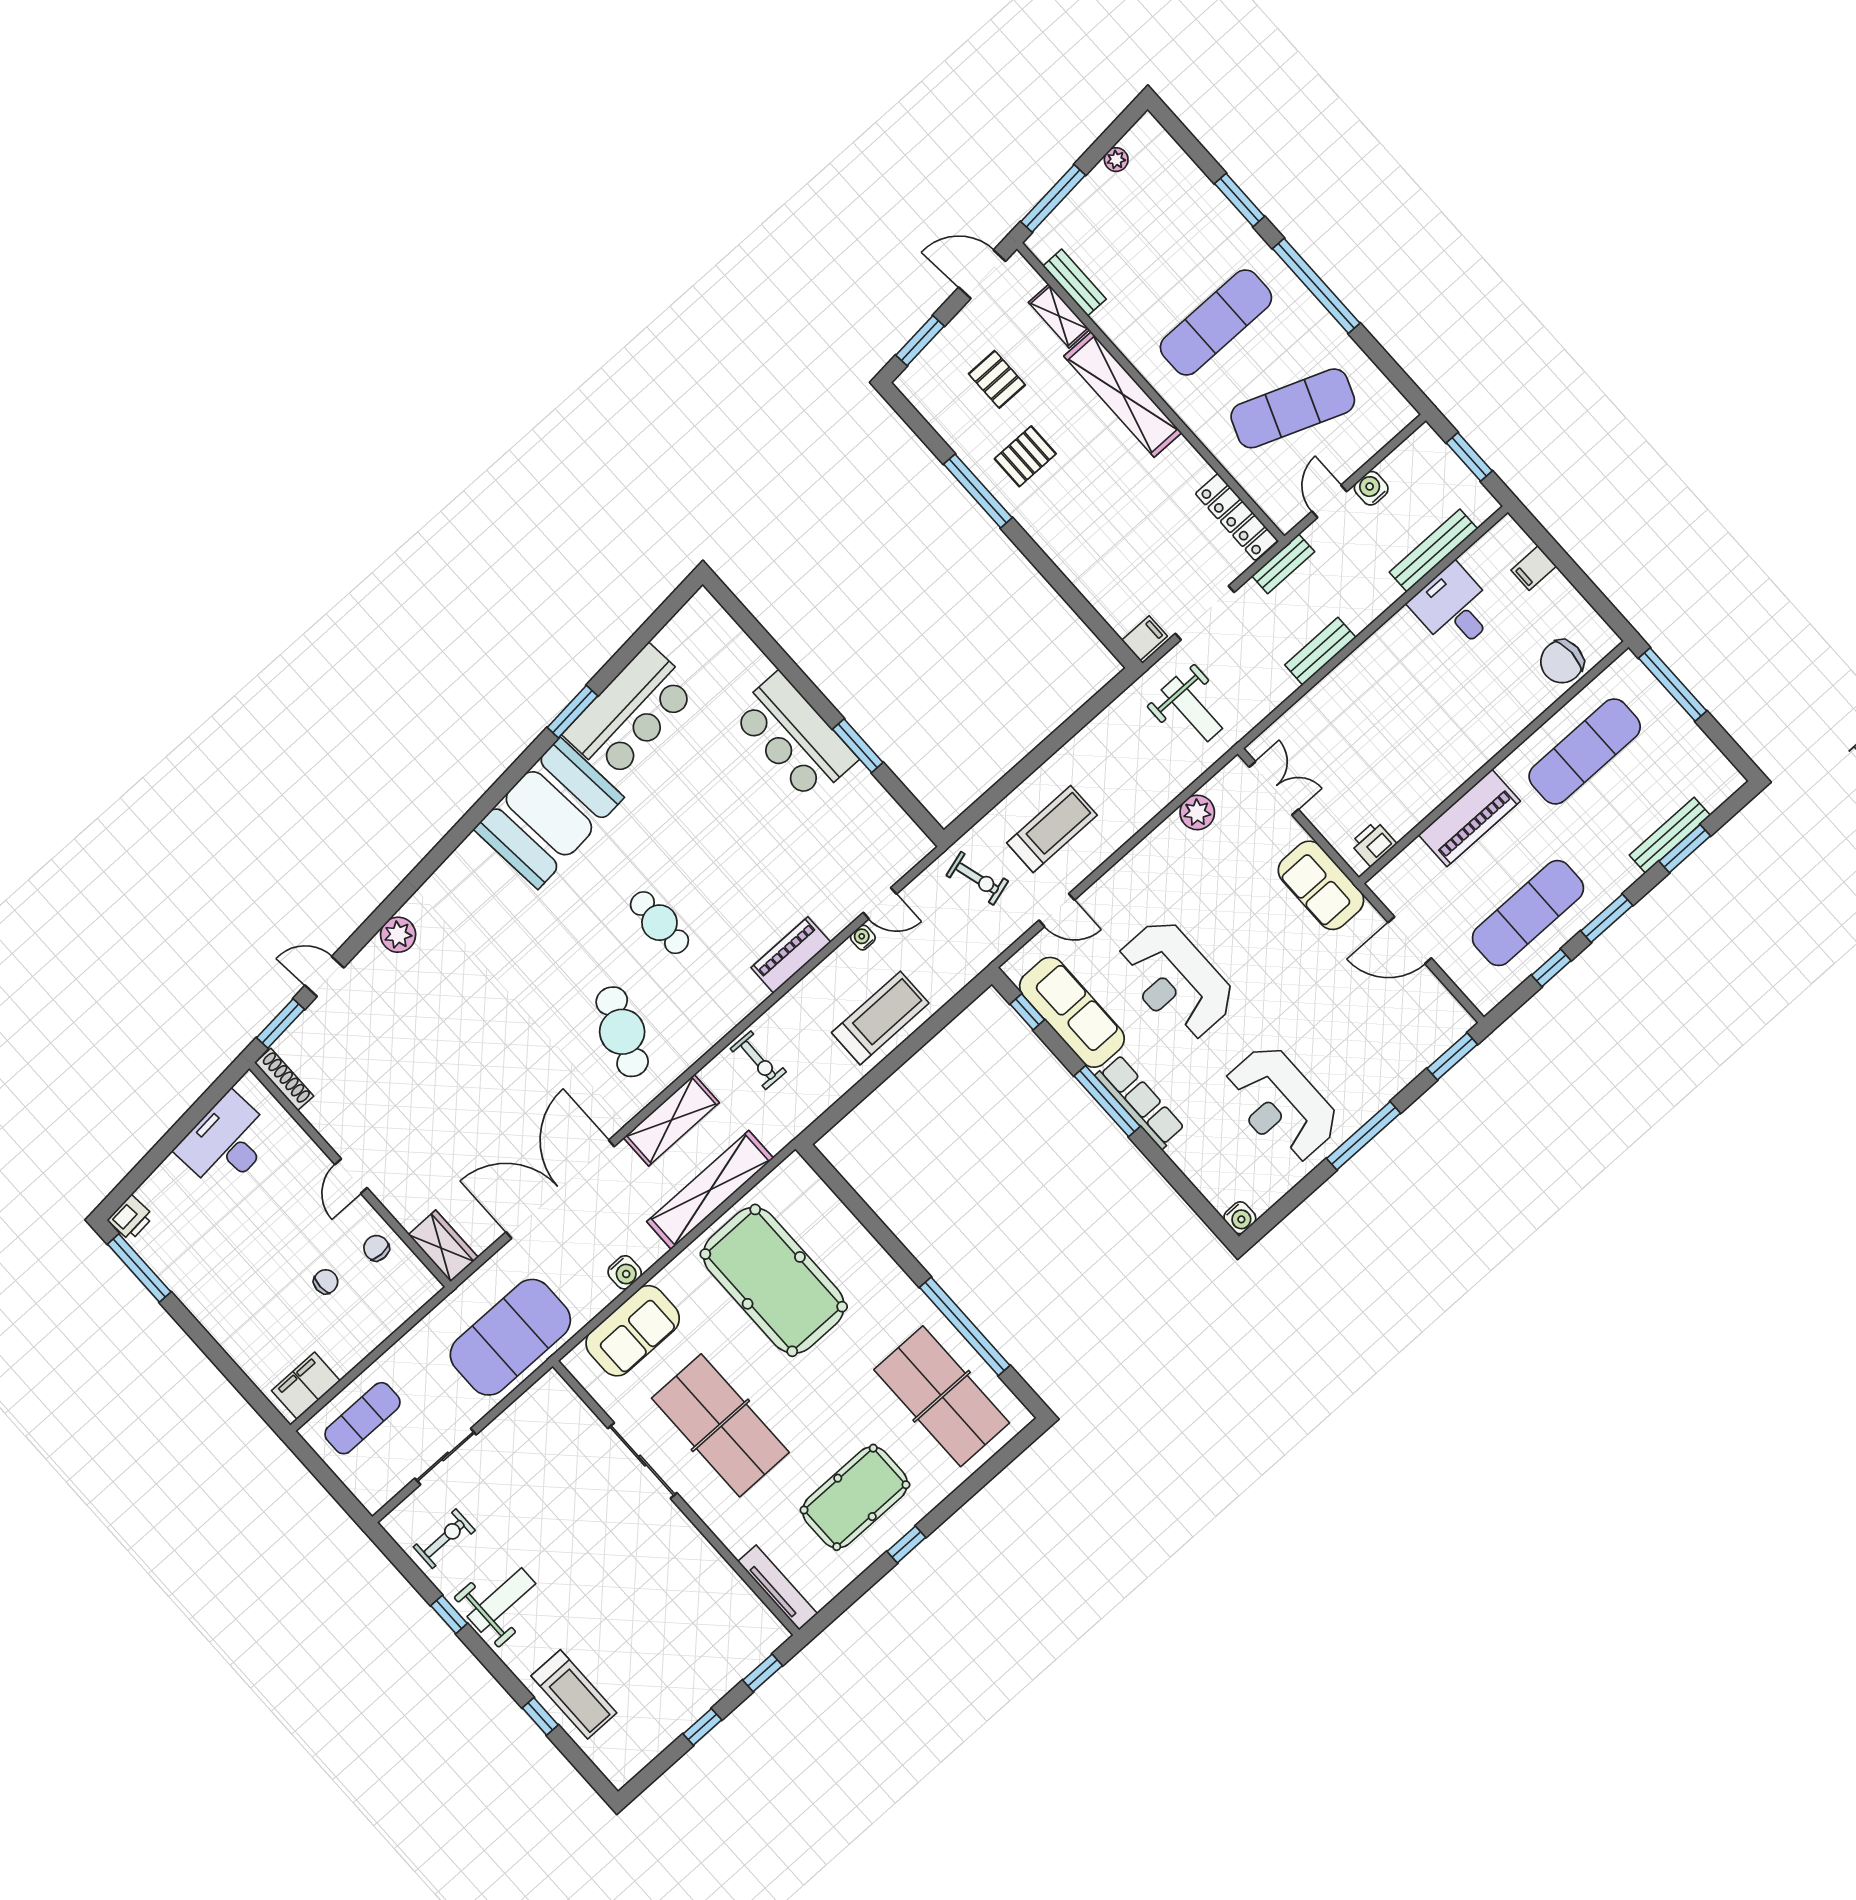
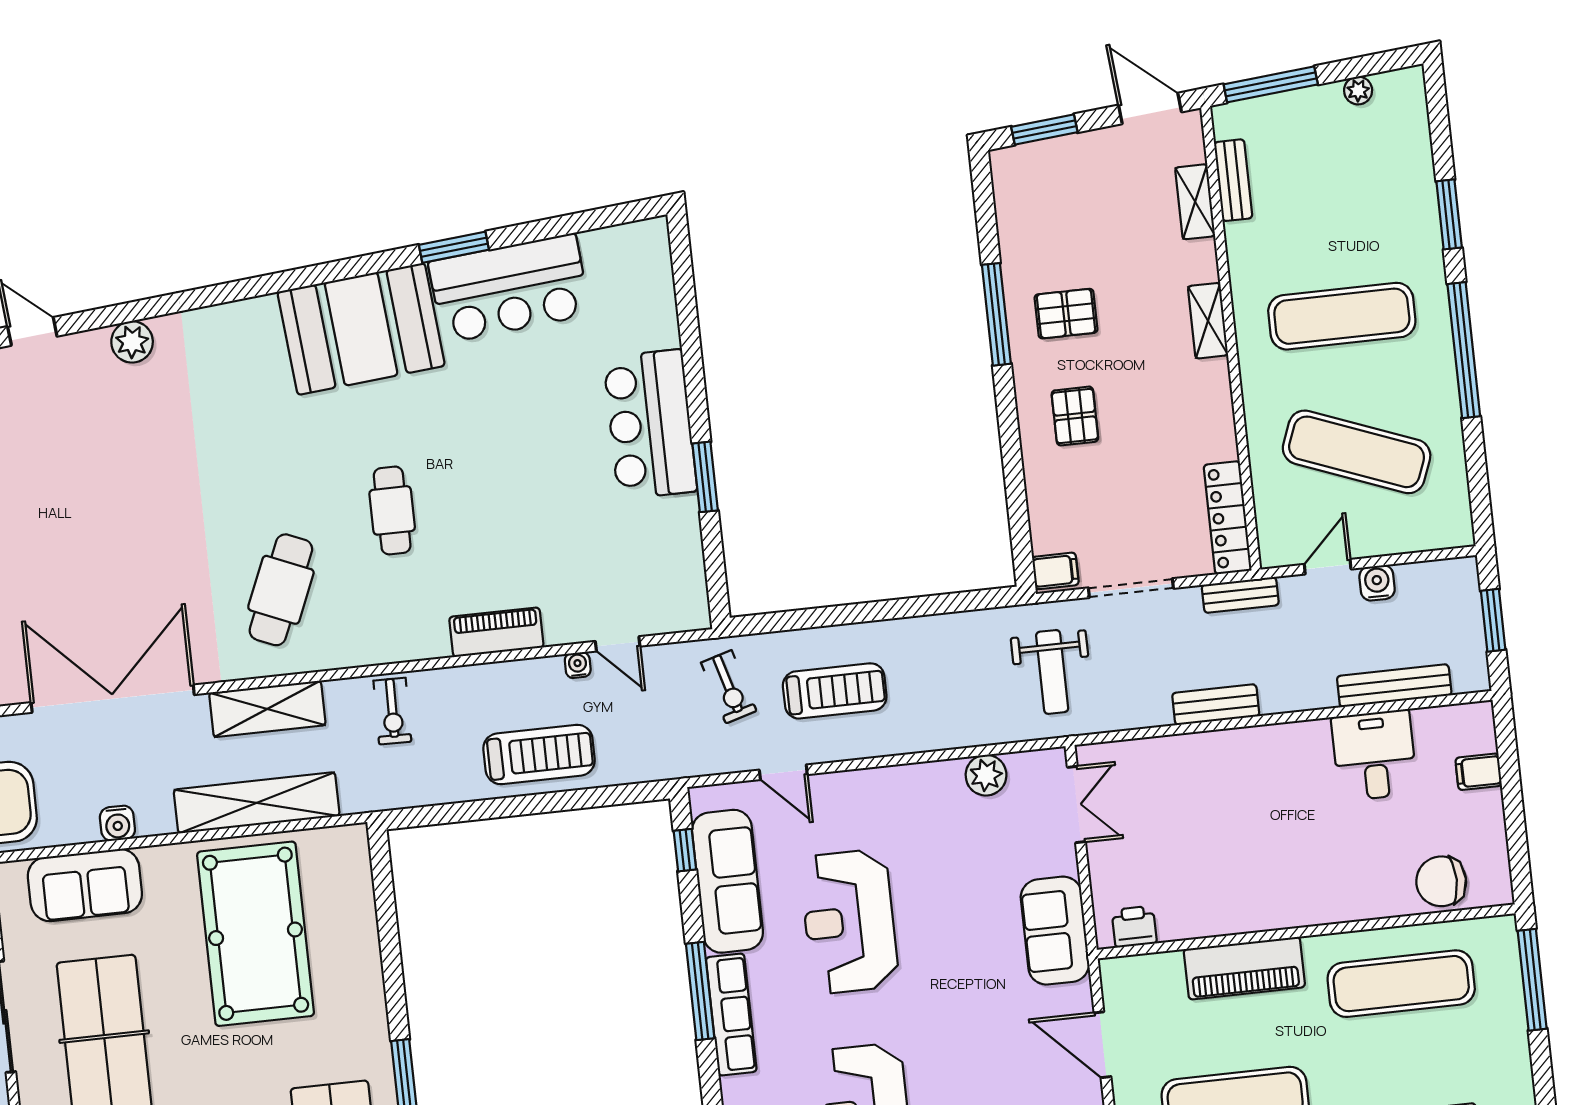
pallet: (997, 379) -> (1075, 416), moved
shelving: (1123, 394) -> (1208, 321), width x0.45, depth x0.75

